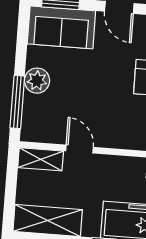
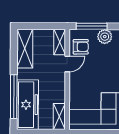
armchair: (52, 123) -> (81, 47), added

